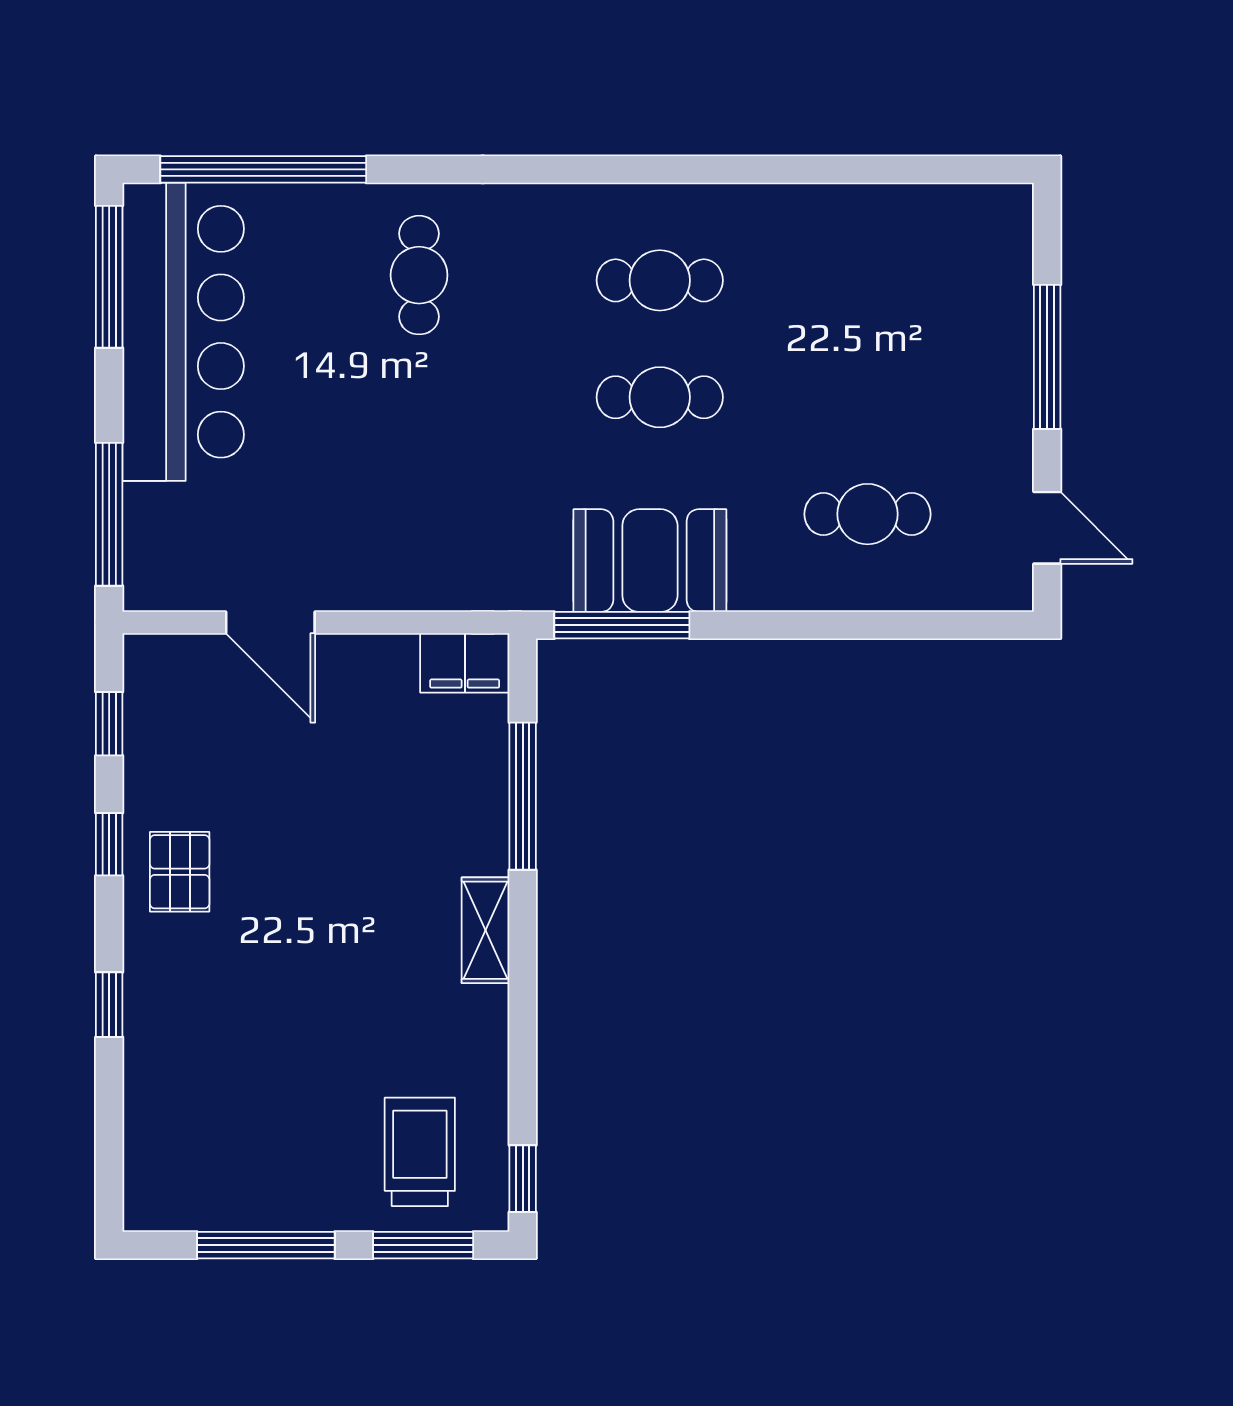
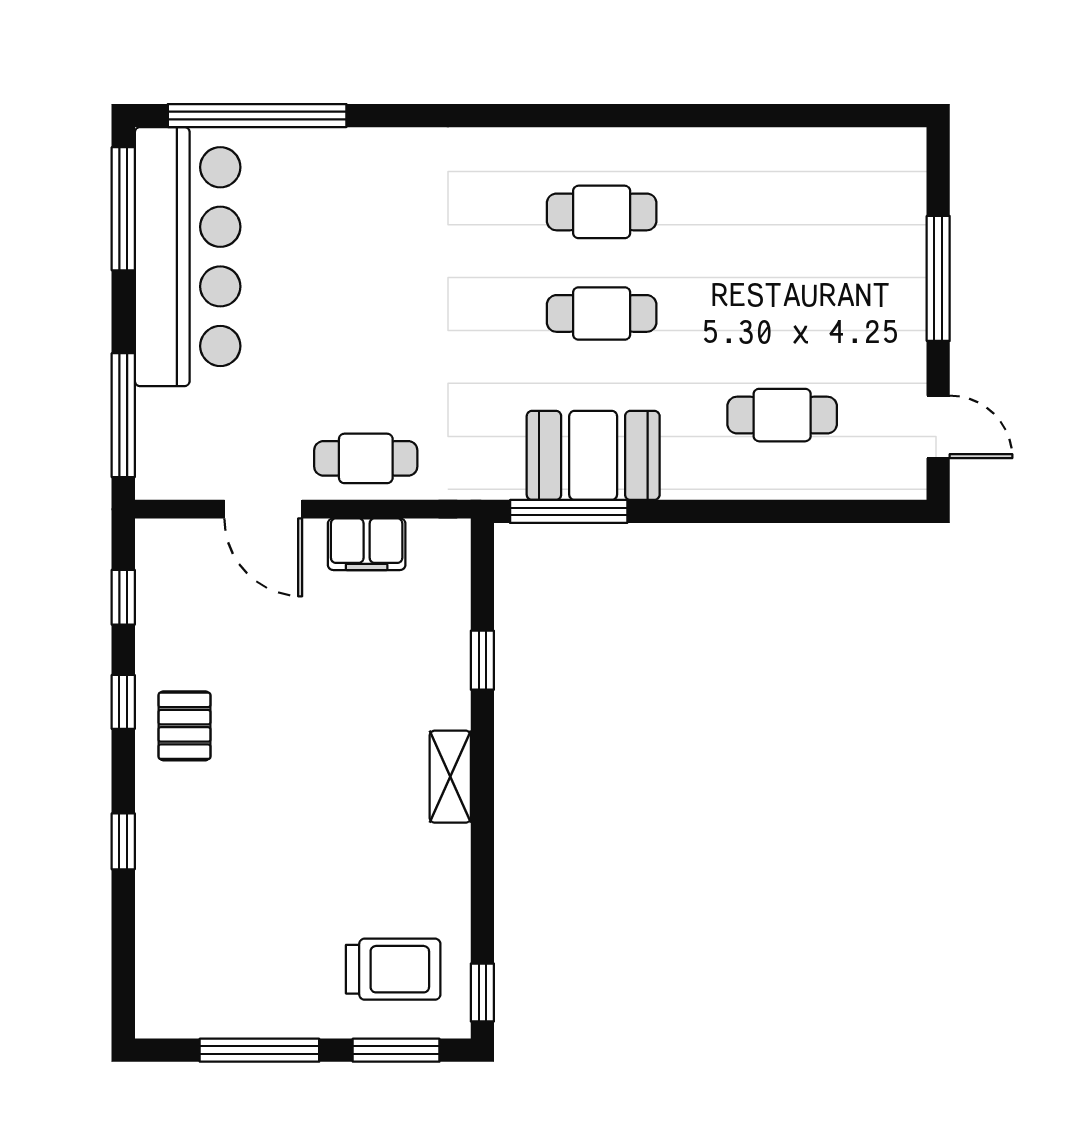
cafe table: (419, 275) -> (366, 458), moved, turned 90
filing cabinet: (465, 663) -> (367, 544), moved
window: (523, 796) -> (482, 660), width x0.46
trolley: (420, 1152) -> (393, 969), turned 90

